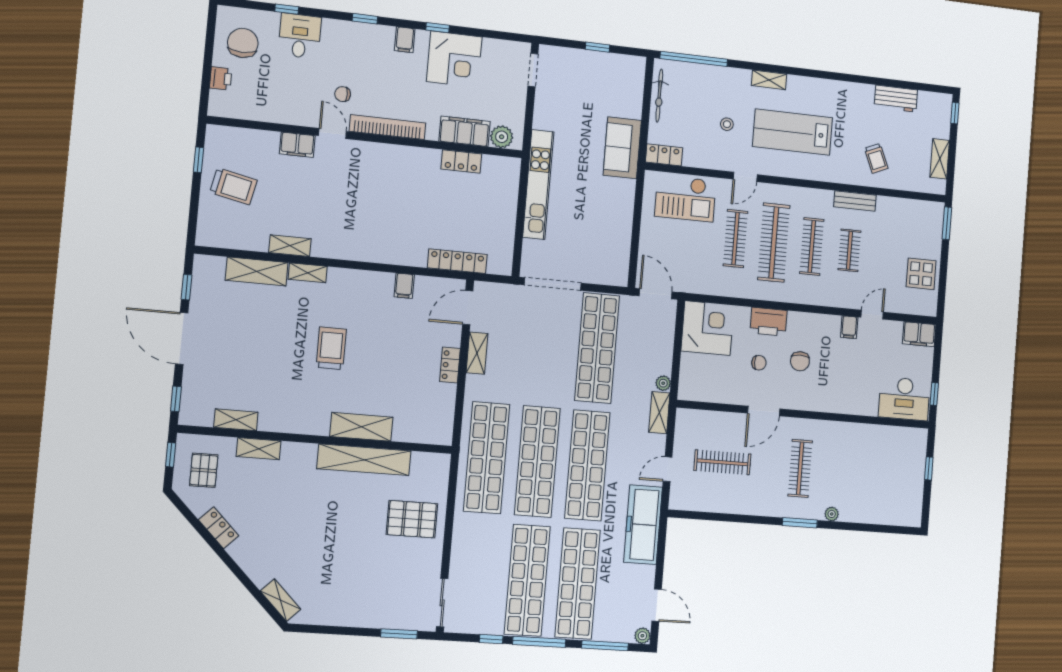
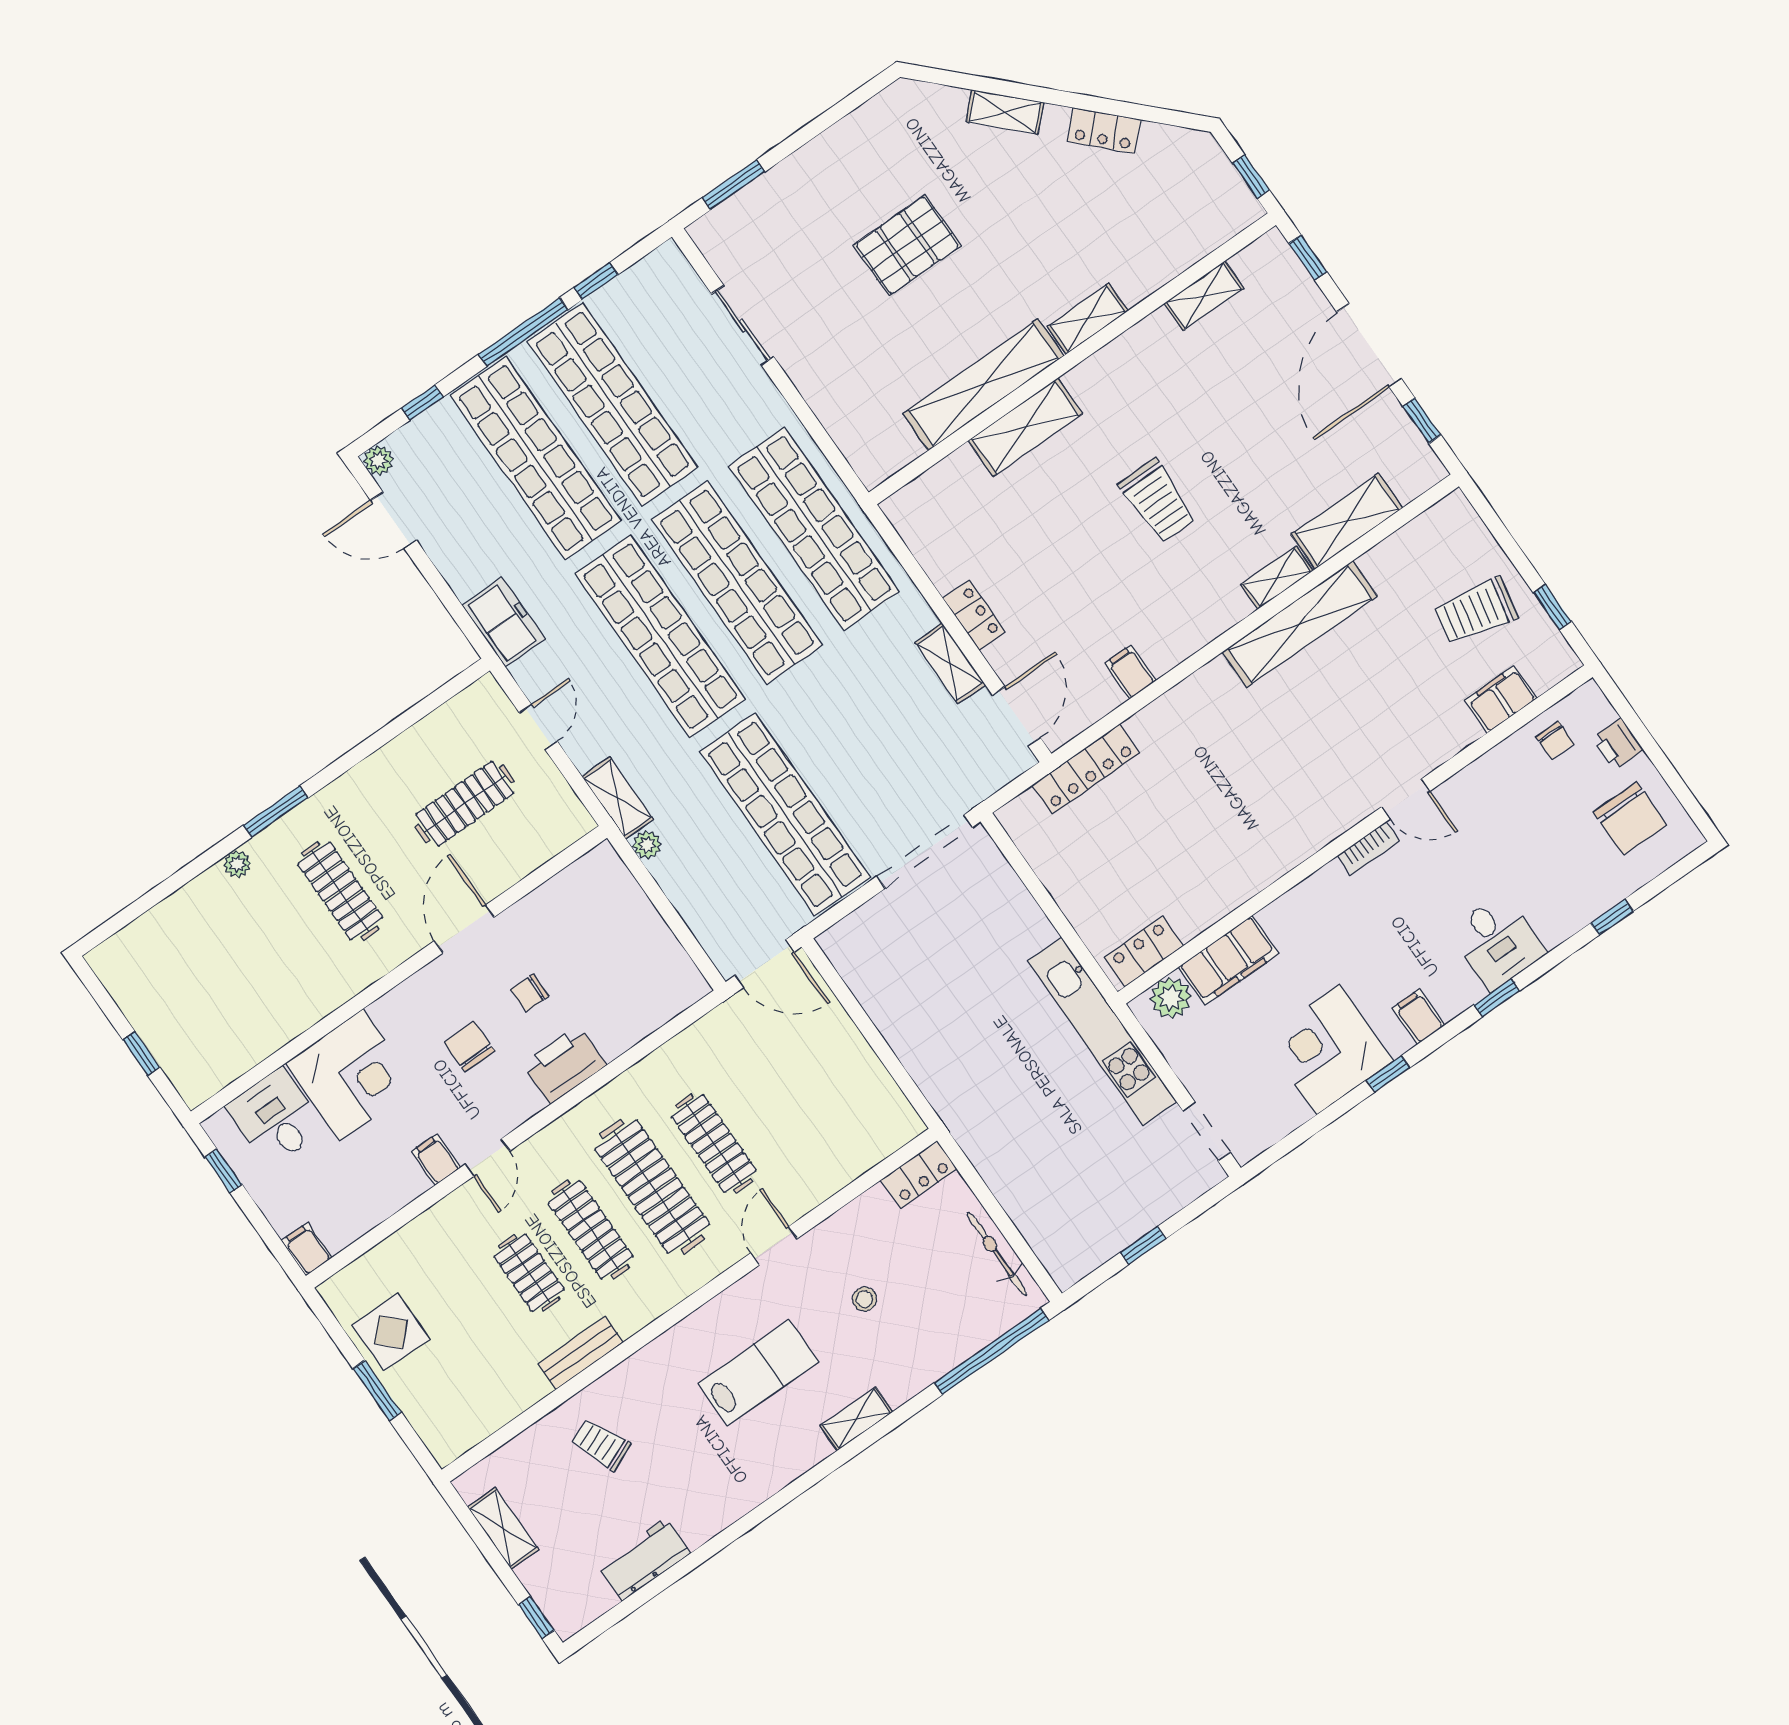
desk: (300, 36) -> (1497, 942), moved
chair: (343, 94) -> (1555, 740), moved, turned 90
bookcase: (388, 127) -> (1368, 848), width x0.43, depth x0.76
lab bench: (792, 132) -> (758, 1373), width x0.73, depth x0.72
filing cabinet: (297, 145) -> (1501, 699), moved
sofa: (622, 148) -> (987, 1132), removed
locker: (461, 161) -> (1144, 951), moved
kitchen unit: (538, 185) -> (1102, 1031), moved
checkout: (685, 198) -> (836, 1138), removed
window: (947, 223) -> (377, 1390), moved
shelving: (290, 246) -> (1300, 624), width x2.20, depth x1.33
door: (872, 315) -> (488, 1158), moved
corner desk: (707, 328) -> (351, 1075), moved, turned -90
filing cabinet: (919, 334) -> (307, 1249), width x0.50
door: (182, 338) -> (1369, 346), swing flipped
desk: (904, 399) -> (275, 1117), width x0.73
shelving: (259, 449) -> (1088, 319), moved
pallet: (204, 470) -> (1189, 192), removed
pallet: (412, 519) -> (907, 245), moved
freezer: (643, 525) -> (503, 622), width x0.52, depth x0.79
shelving: (280, 600) -> (1005, 112), moved
sliding door: (442, 603) -> (743, 325), moved
window: (605, 646) -> (422, 403), width x0.46

